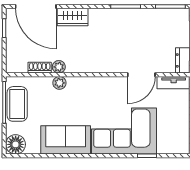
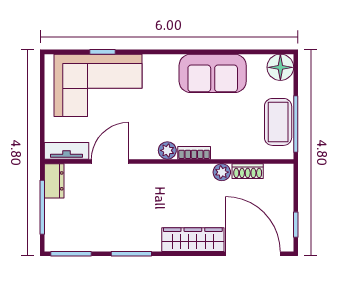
wardrobe: (73, 17) -> (193, 240), width x1.50
bookcase: (79, 81) -> (194, 153), added
plant: (59, 83) -> (167, 150), moved
corner sofa: (124, 131) -> (98, 85), moved

